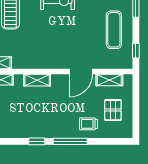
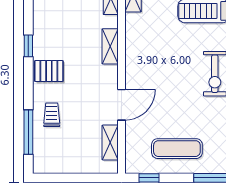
door: (81, 72) -> (121, 105), swing flipped
pallet: (113, 110) -> (49, 71), moved
window: (70, 141) -> (28, 132), moved

